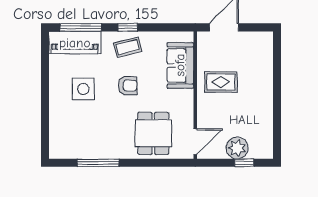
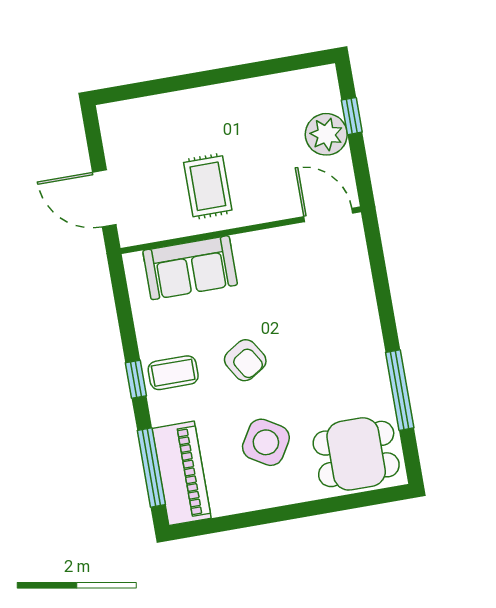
coffee table: (128, 47) -> (173, 373), turned -76
armchair: (128, 86) -> (245, 360), turned 148
side table: (83, 89) -> (266, 442), turned 31
dining table: (153, 133) -> (356, 454), moved

